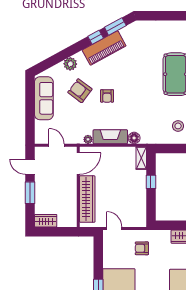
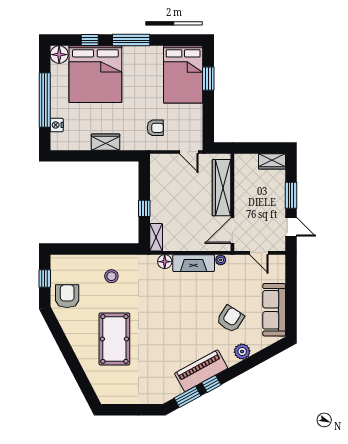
armchair: (80, 91) -> (230, 319), turned -94
armchair: (107, 96) -> (198, 313), removed

